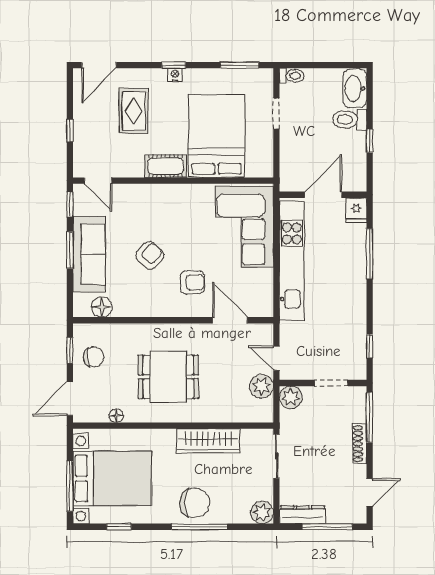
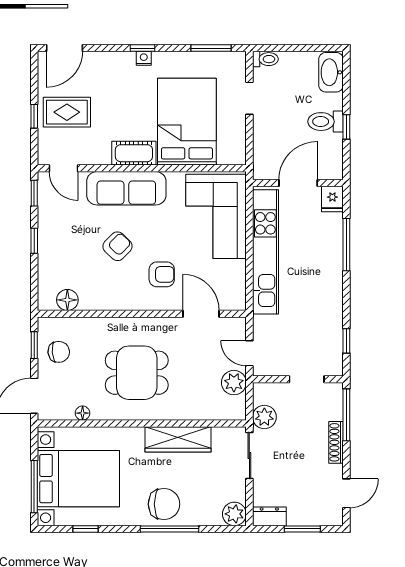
rug: (134, 111) -> (67, 112), moved, turned 90
toilet: (350, 120) -> (326, 122), moved
window: (70, 250) -> (34, 241), width x0.67
sofa: (89, 254) -> (126, 188), moved, turned 90
plant: (291, 397) -> (264, 417), moved
dresser: (303, 515) -> (269, 516), width x0.70
window: (327, 527) -> (302, 529), width x0.69

